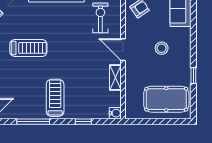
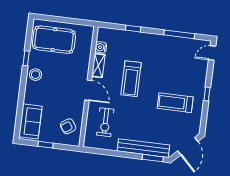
stool: (162, 48) -> (36, 75), moved
treadmill: (55, 98) -> (131, 79), moved
water cooler: (115, 113) -> (101, 47), moved

